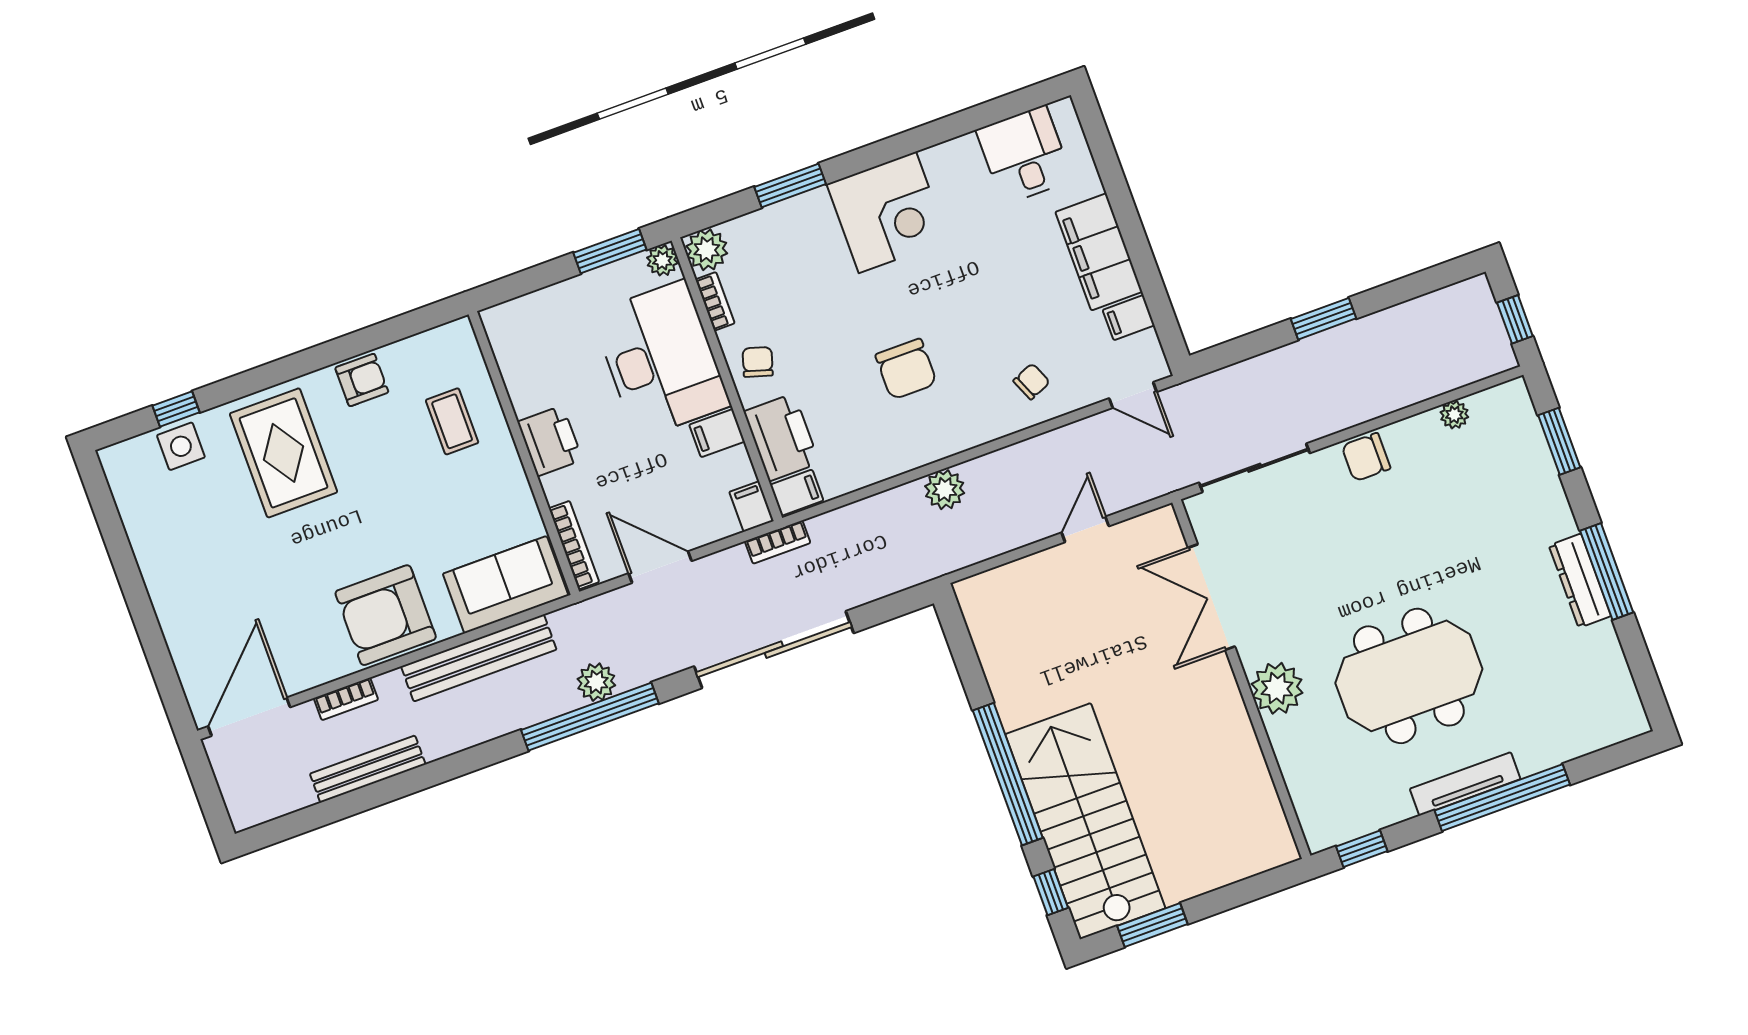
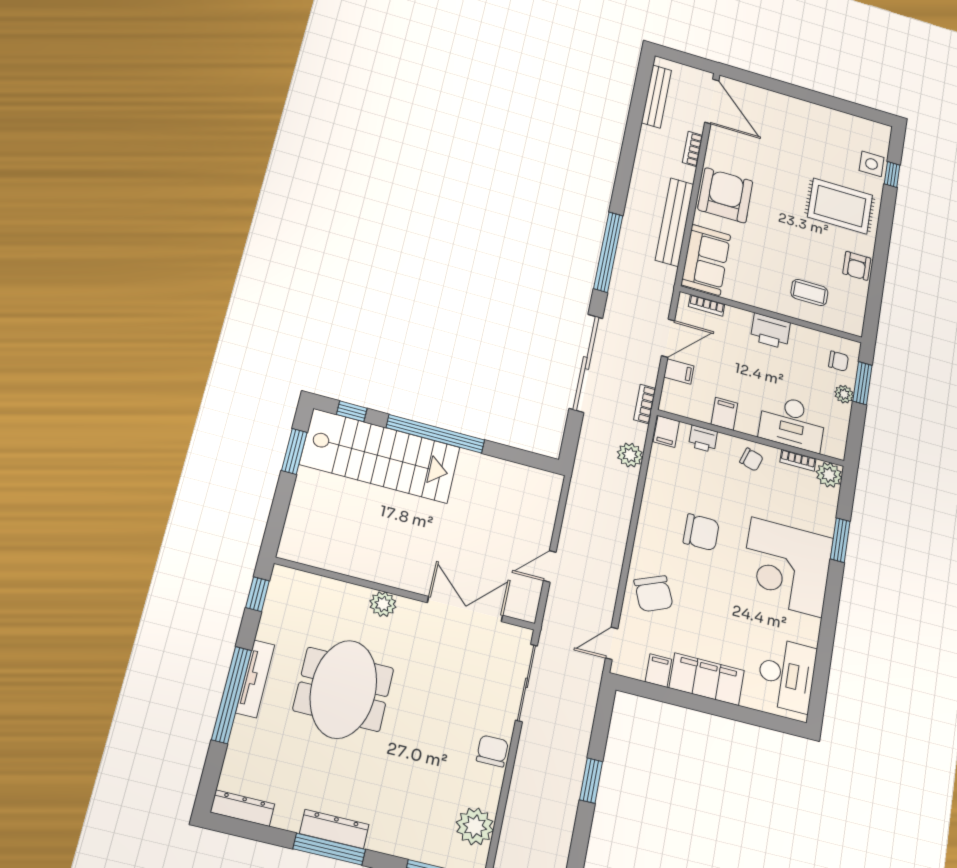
desk: (1024, 155) -> (787, 675), width x1.37
corner desk: (887, 212) -> (787, 567), width x1.36, depth x1.36
window: (610, 251) -> (862, 383), moved
plant: (662, 260) -> (844, 394), moved
chair: (528, 327) -> (838, 361), added
desk: (661, 359) -> (792, 423), width x0.73, depth x0.77
chair: (906, 369) -> (701, 532), turned 180
chair: (1032, 381) -> (654, 594), width x1.87, depth x1.87
plant: (1454, 415) -> (475, 826), width x1.88, depth x1.88
printer: (781, 437) -> (703, 439), width x0.53, depth x0.68
plant: (945, 490) -> (630, 455), moved
filing cabinet: (751, 506) -> (679, 371), moved
door: (1085, 529) -> (550, 566), swing flipped
bookcase: (574, 545) -> (707, 305), width x0.64
plant: (596, 682) -> (625, 267), removed
plant: (1277, 688) -> (383, 604), width x0.73, depth x0.73
dresser: (1624, 698) -> (242, 808), added
bench: (368, 769) -> (656, 96), moved

